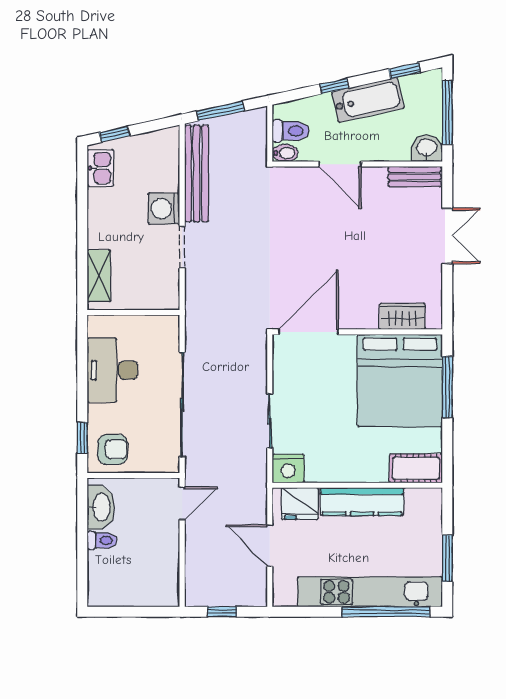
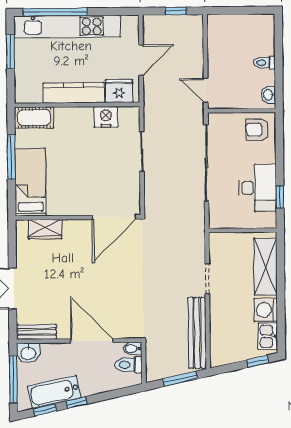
window: (334, 86) -> (76, 403), moved
bathtub: (368, 100) -> (54, 392), moved
door: (340, 164) -> (92, 341), width x1.36
washing machine: (164, 209) -> (266, 310), moved, turned 180
shelving: (99, 276) -> (266, 267), width x1.50, depth x1.33
bed: (400, 381) -> (30, 182), width x0.49
window: (447, 387) -> (11, 157), moved
window: (82, 438) -> (280, 197), moved
nightstand: (288, 469) -> (106, 117), moved
door: (182, 503) -> (206, 90), hinge flipped
washbasin: (101, 507) -> (269, 95), width x0.52, depth x0.69
door: (270, 545) -> (141, 60), hinge flipped

